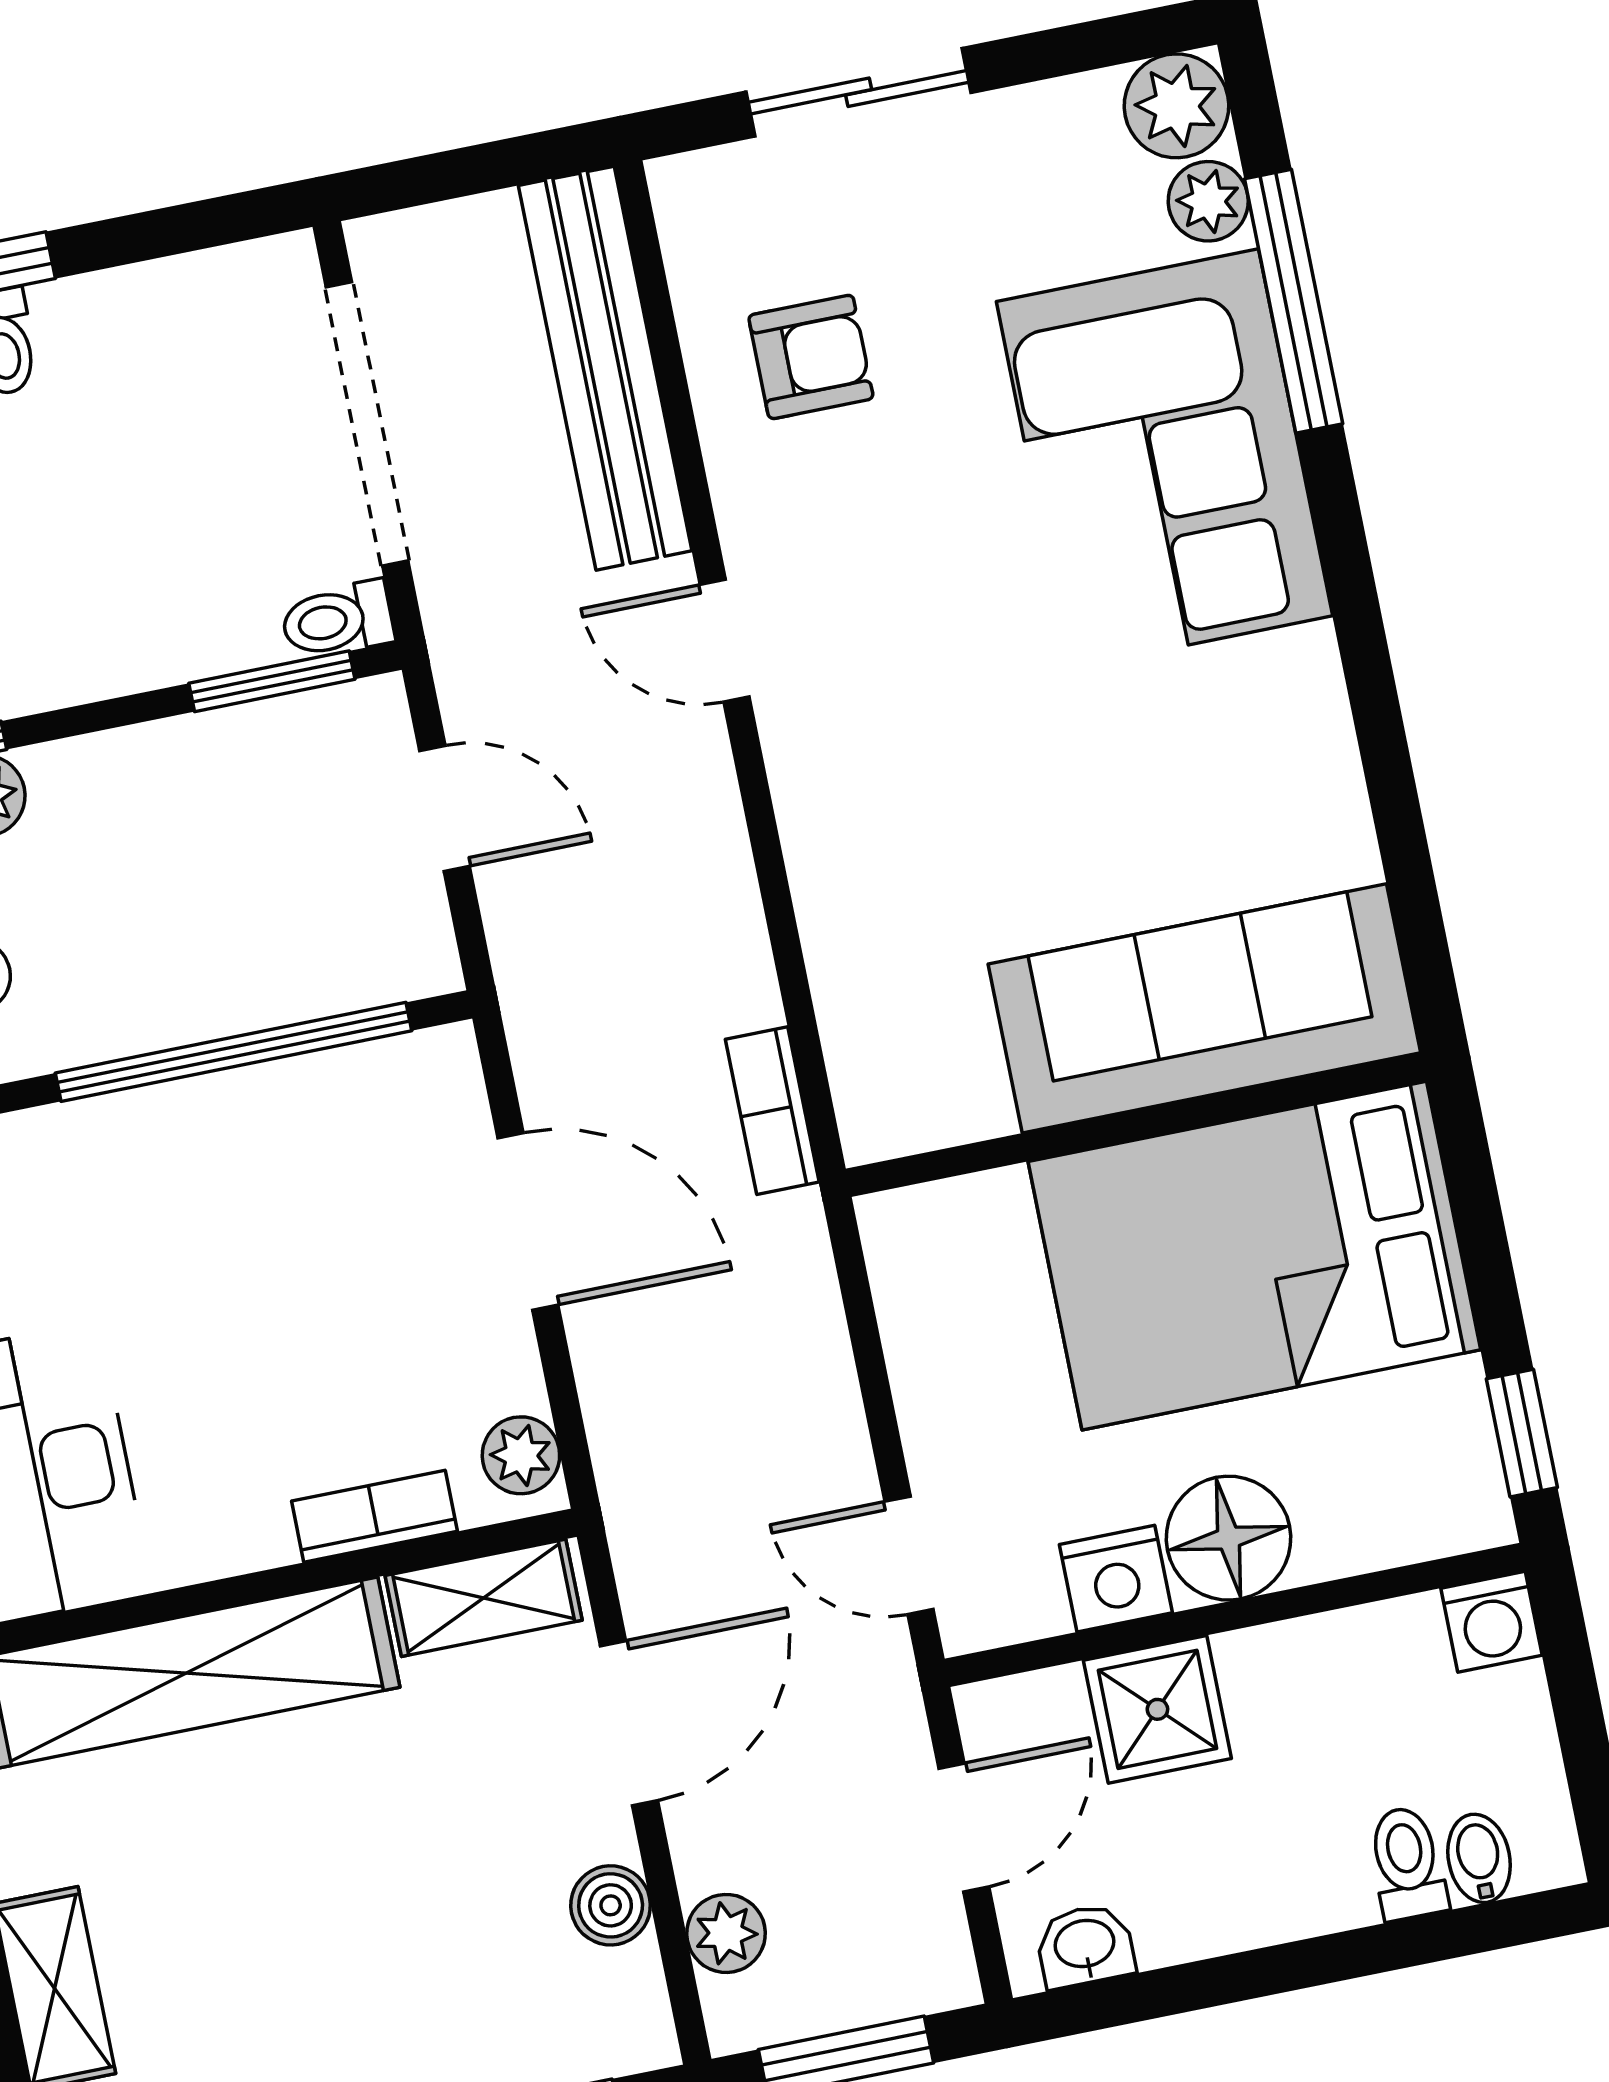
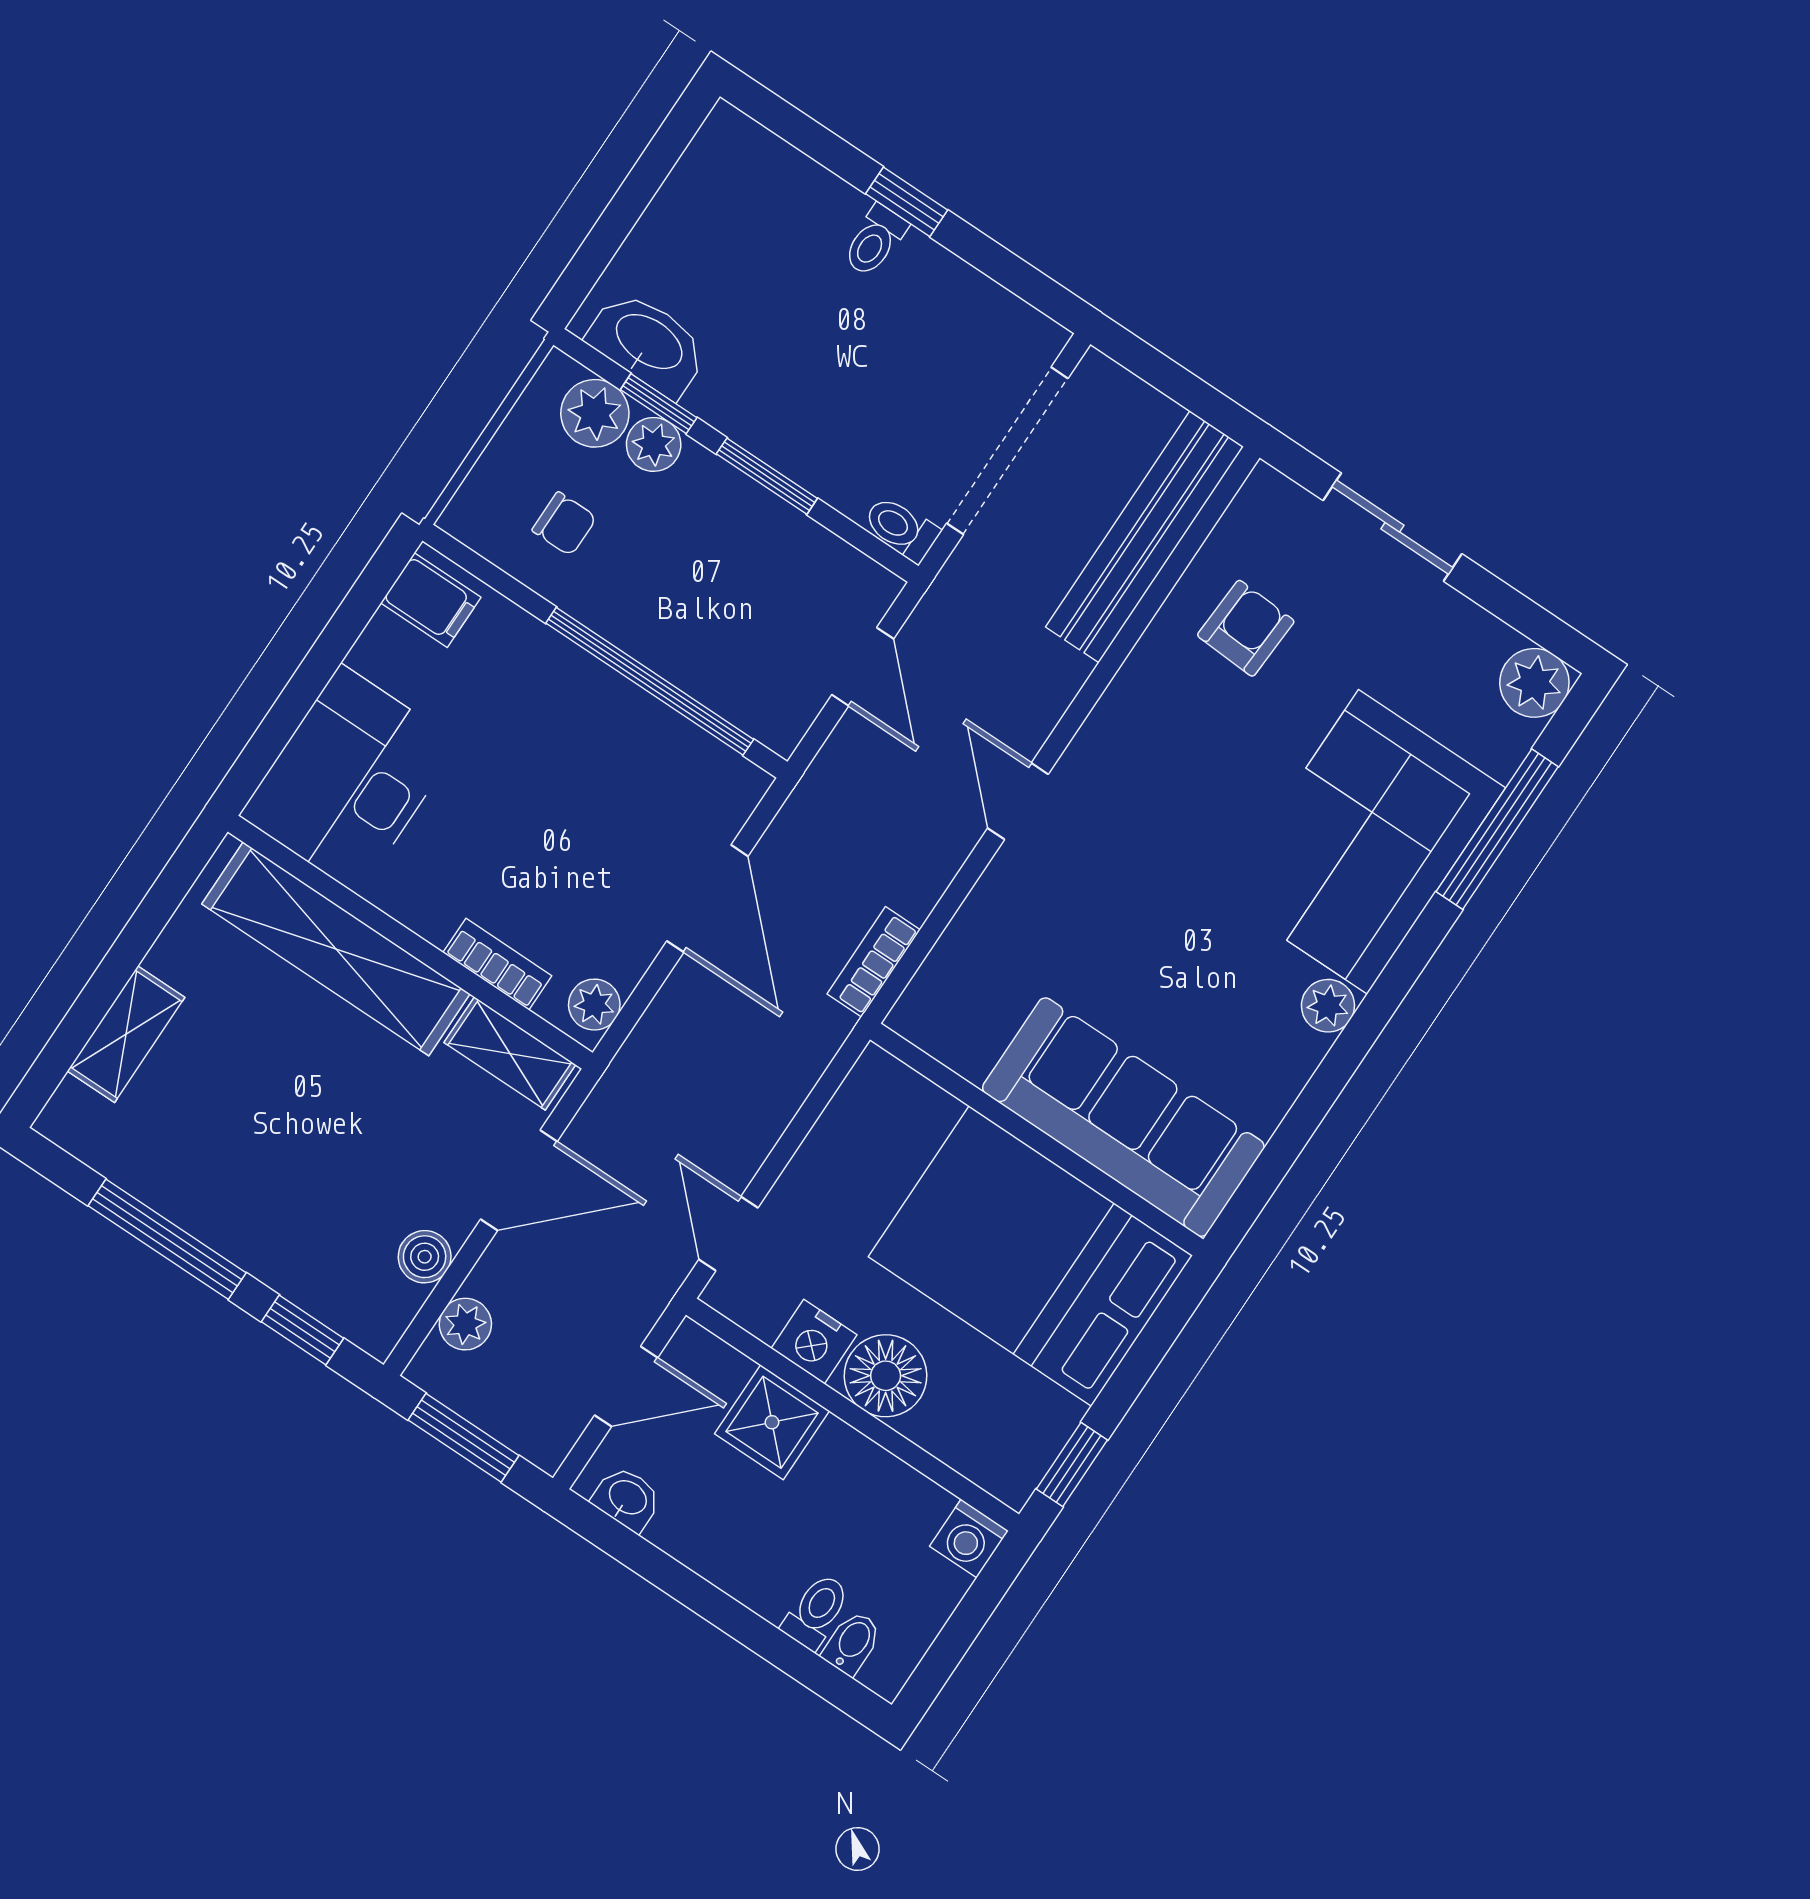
plant: (1208, 201) -> (1328, 1006), moved
armchair: (811, 357) -> (1246, 628), turned -87
door: (725, 641) -> (1018, 801), moved
window: (272, 681) -> (767, 476), moved

